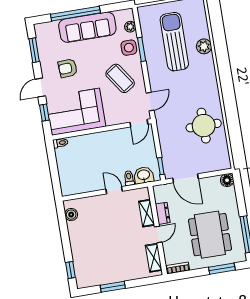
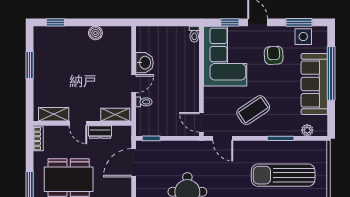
sun lounger: (174, 42) -> (283, 175), turned 180
side table: (129, 48) -> (303, 37), moved
washbasin: (144, 175) -> (145, 63), moved
shelving: (147, 213) -> (115, 115), moved
boiler: (71, 215) -> (95, 33), moved

